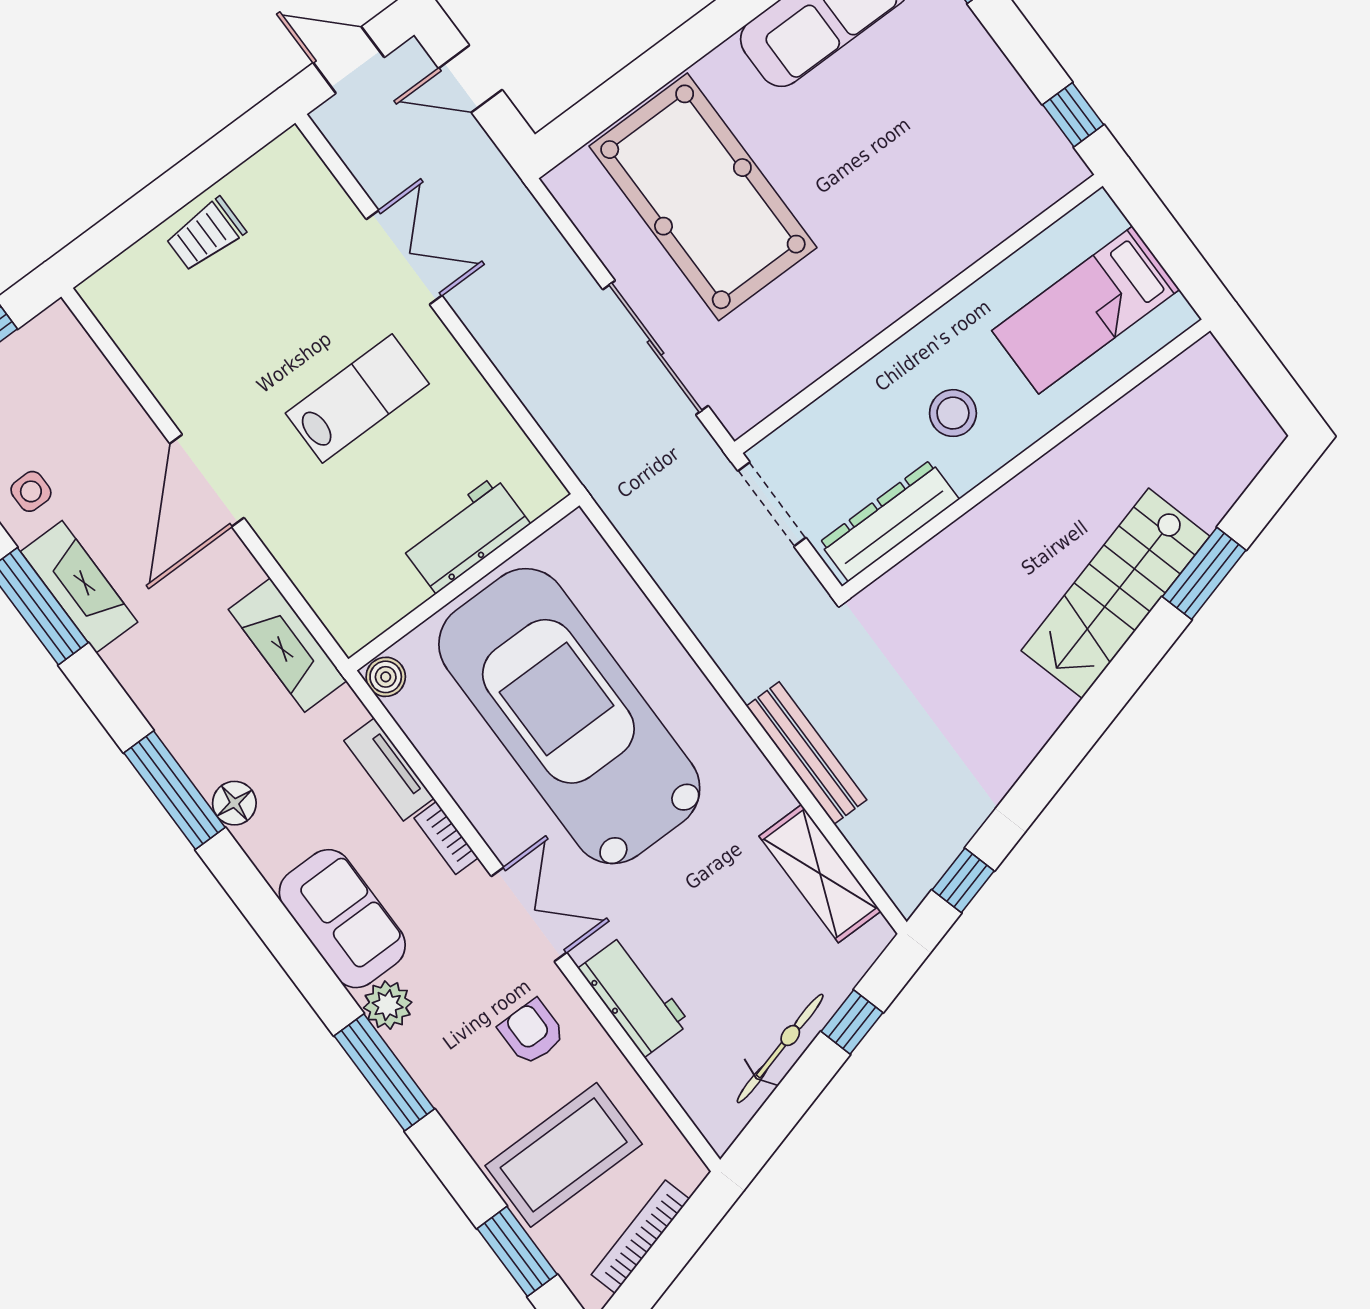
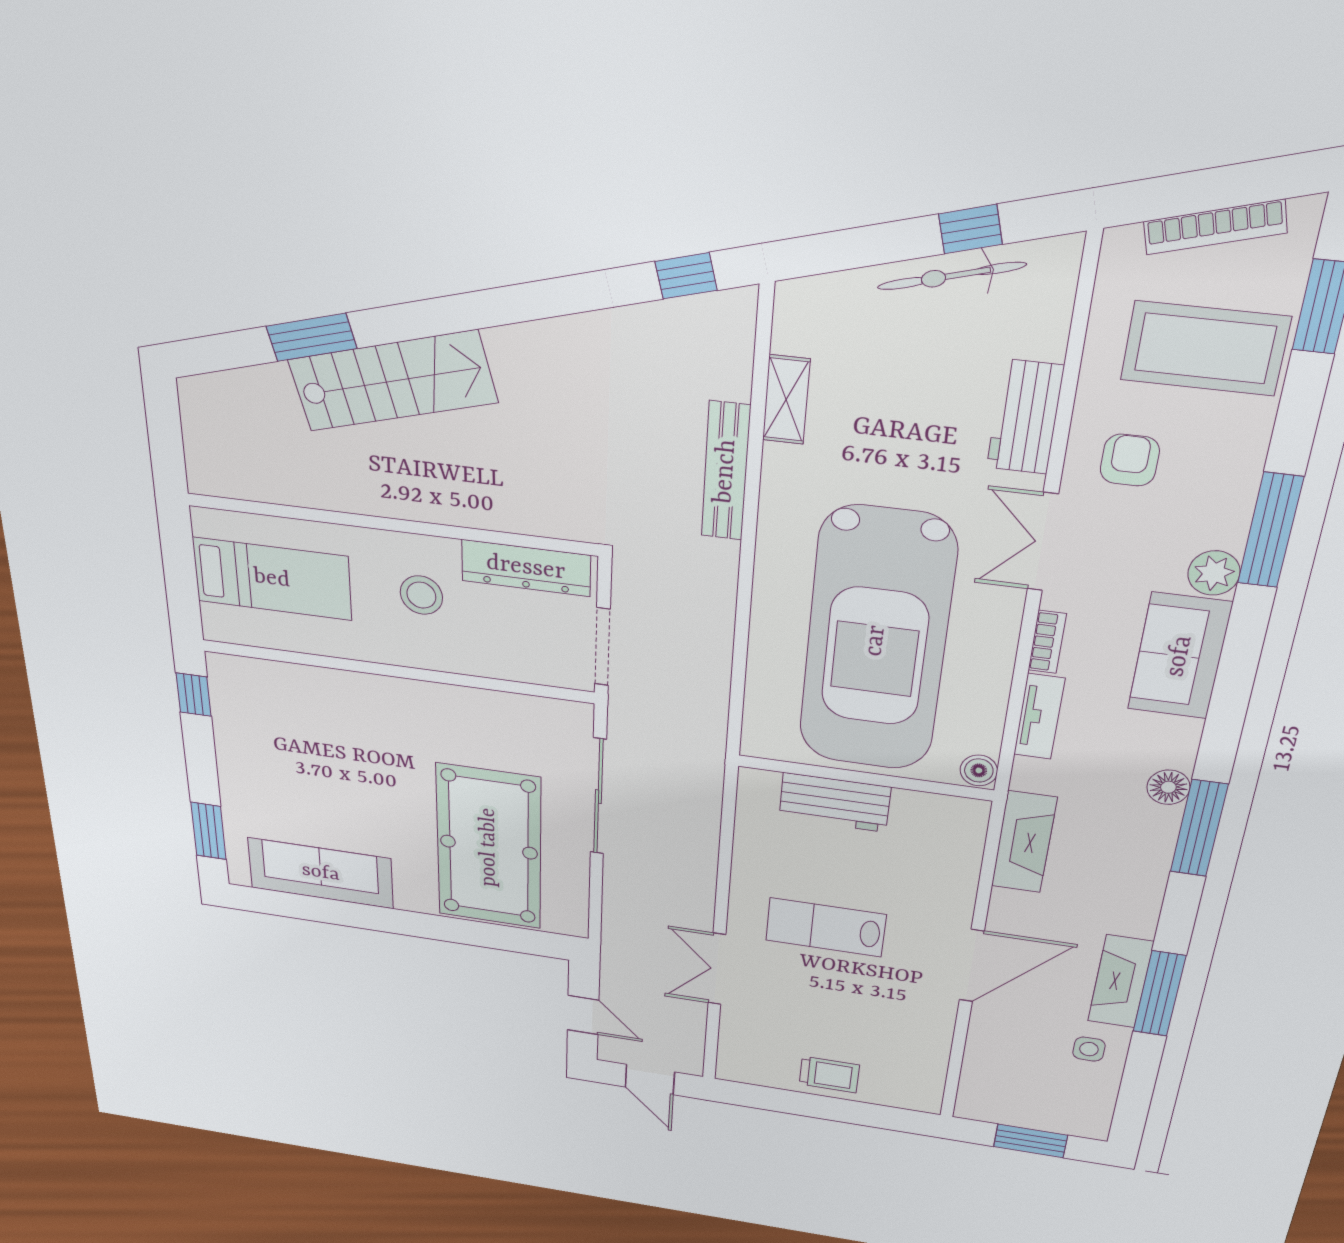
shelving: (820, 874) -> (786, 400), width x0.67, depth x0.75
window: (852, 1022) -> (970, 229), moved
armchair: (532, 1032) -> (1130, 460), turned 180

